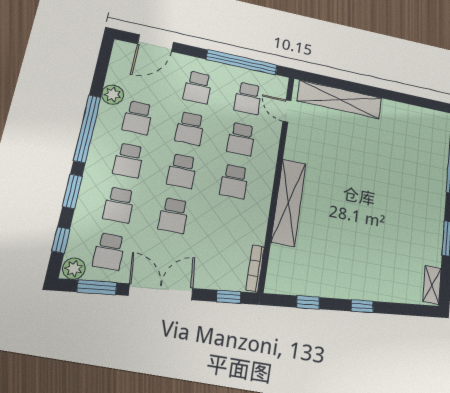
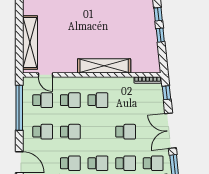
door: (287, 111) -> (46, 75), hinge flipped
school desk: (182, 171) -> (98, 132), removed
window: (308, 302) -> (160, 35), moved

